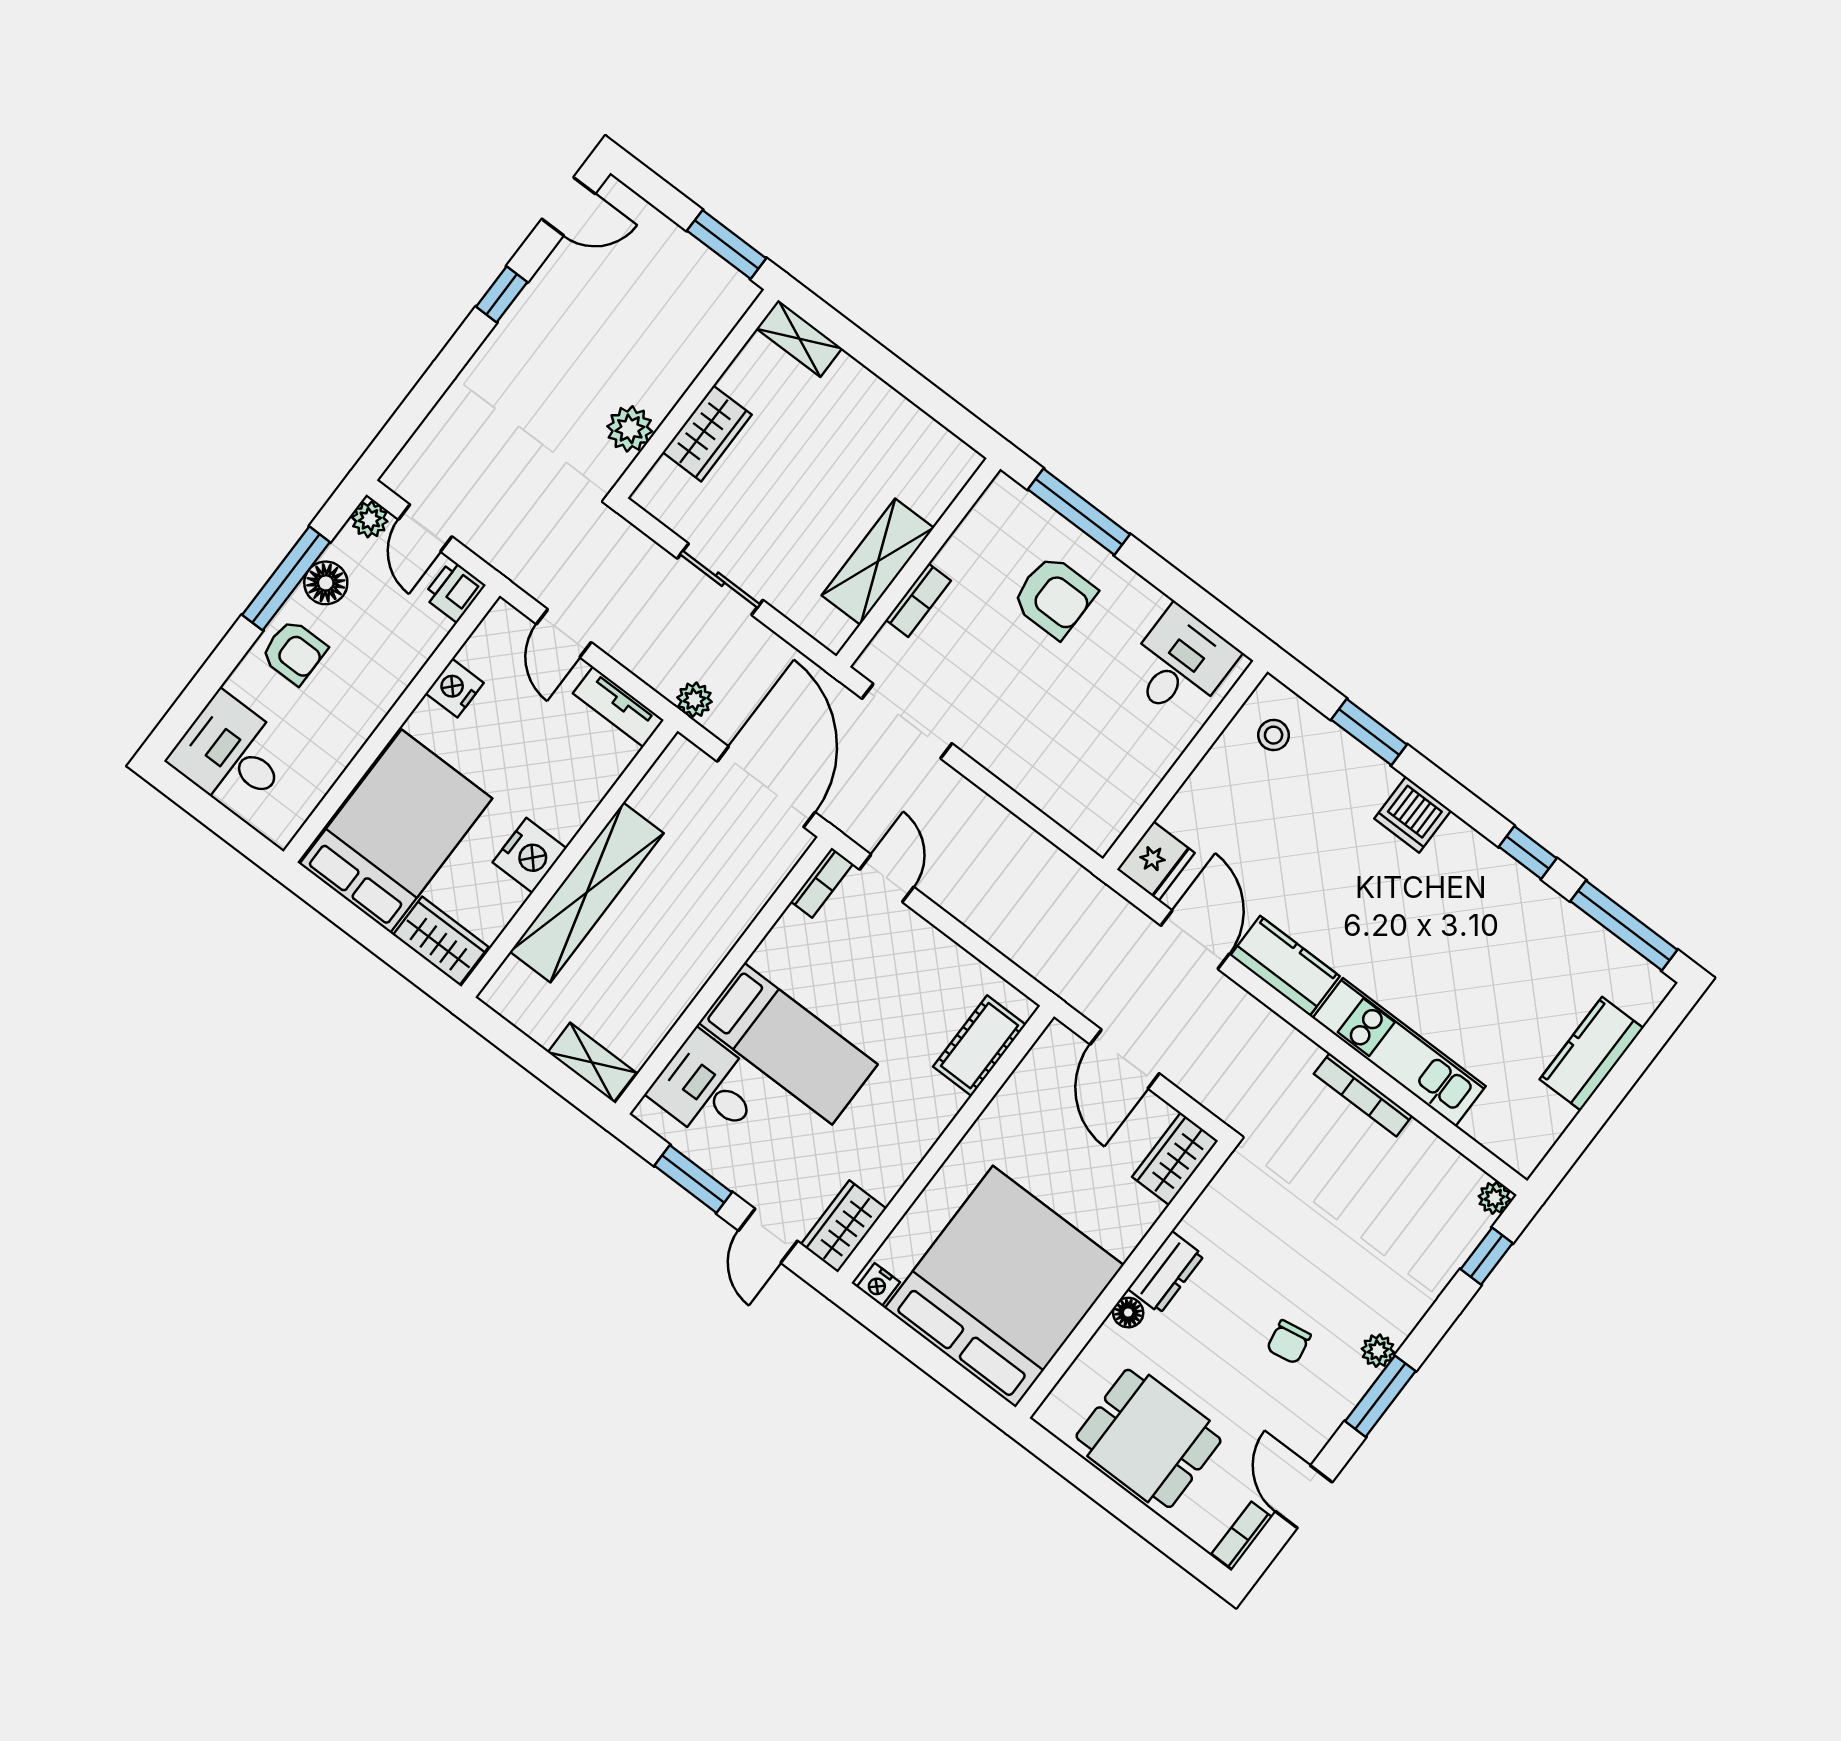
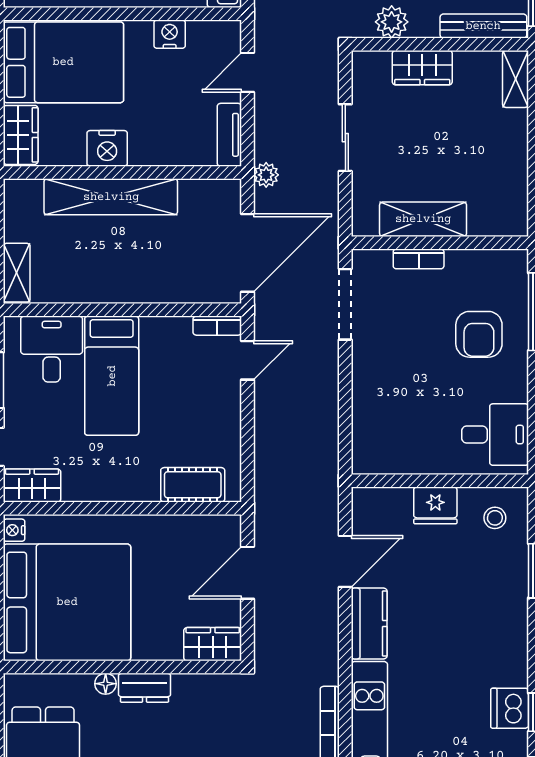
bench: (713, 330) -> (483, 26), added
dishwasher: (1413, 815) -> (510, 708), moved
fridge: (1156, 861) -> (435, 505), moved

